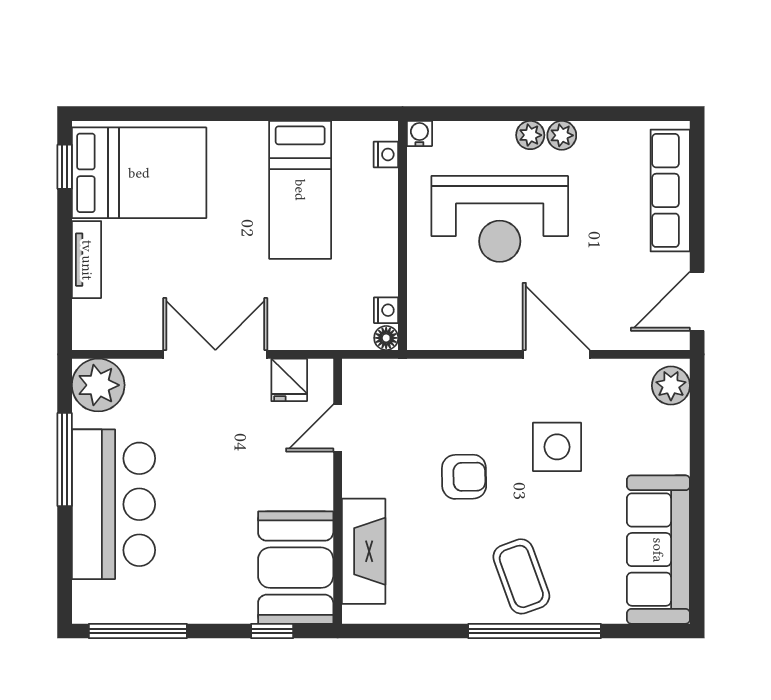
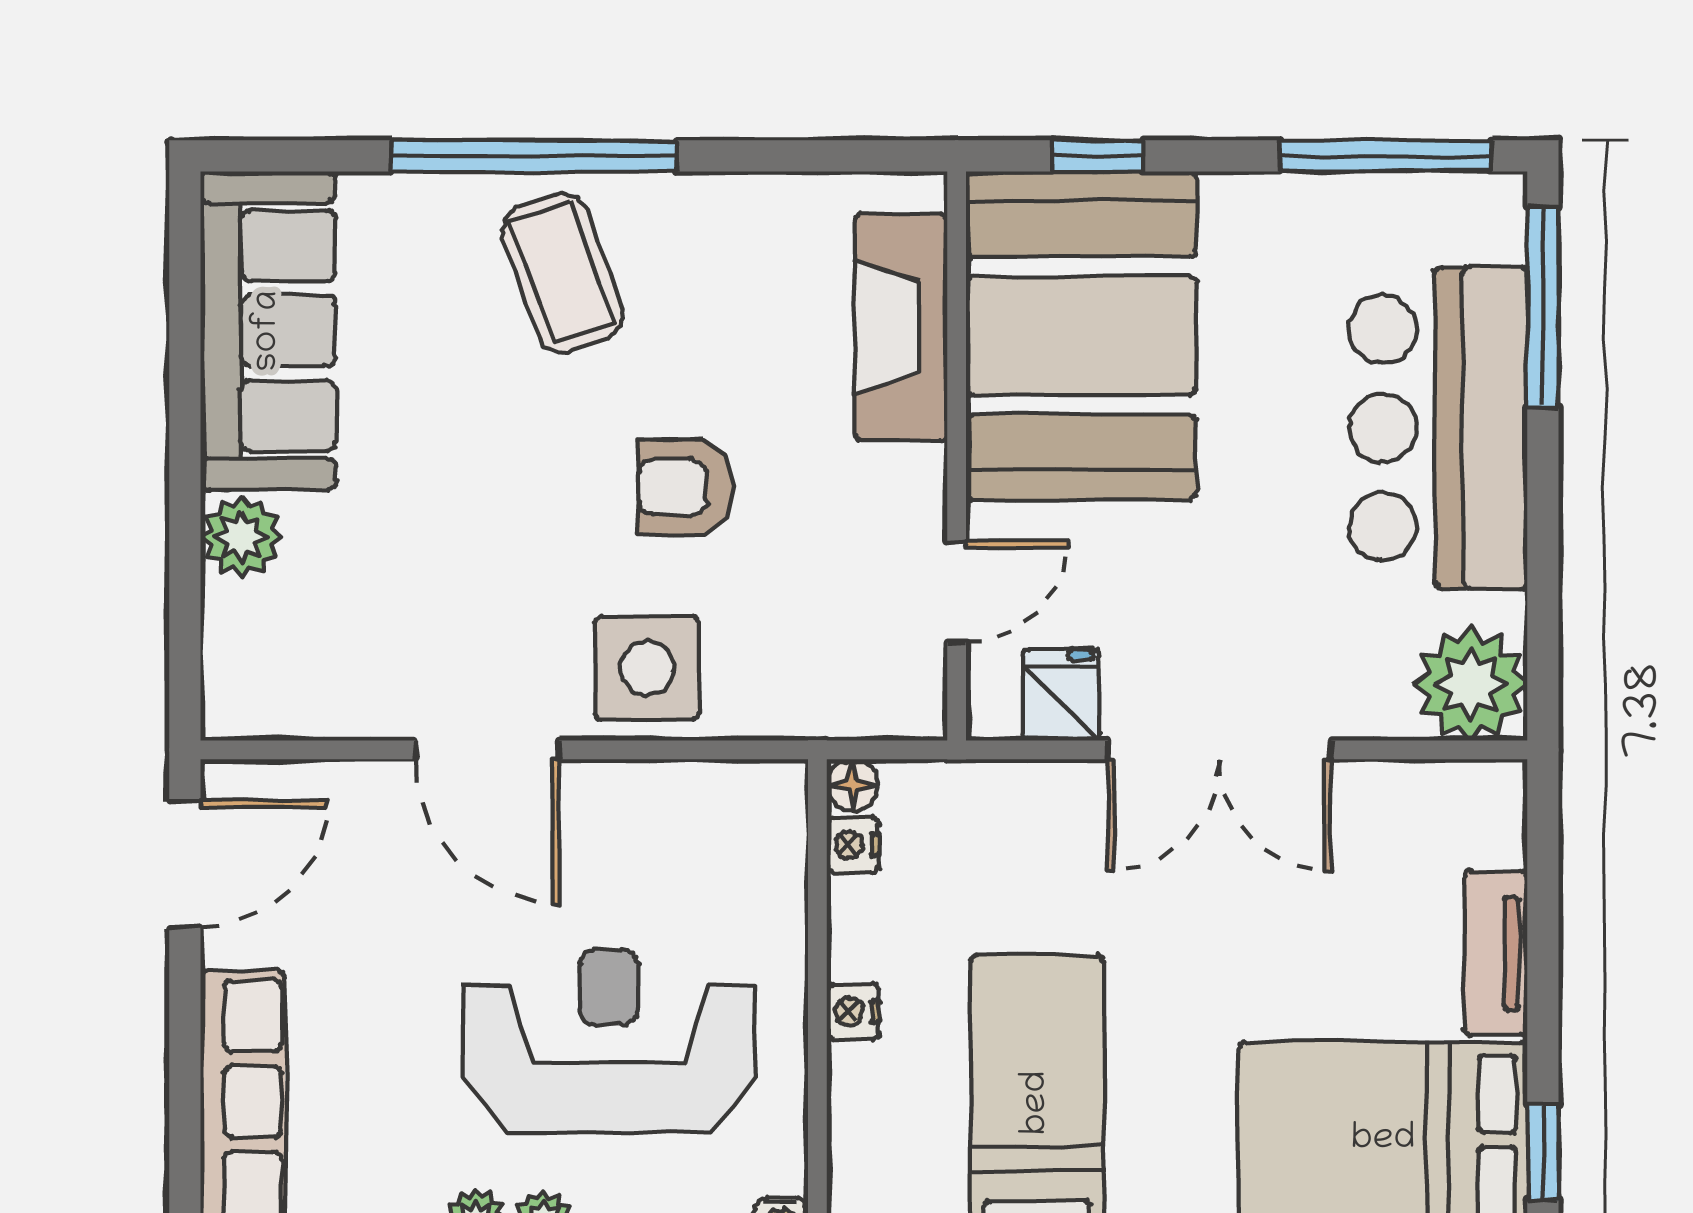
nightstand: (386, 154) -> (853, 1012), moved
plant: (671, 386) -> (241, 537), moved
side table: (557, 447) -> (647, 668), moved
window: (65, 460) -> (1543, 306), moved
booth: (296, 568) -> (1081, 335), width x1.36, depth x1.42

